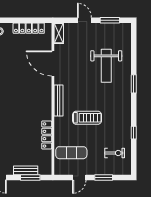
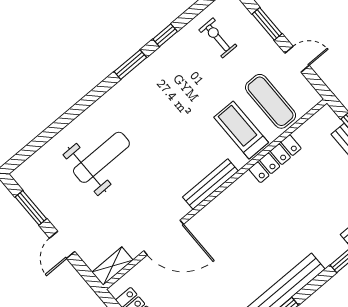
door: (53, 63) -> (164, 238), hinge flipped
window: (134, 84) -> (130, 65), moved
treadmill: (87, 118) -> (241, 130), moved

